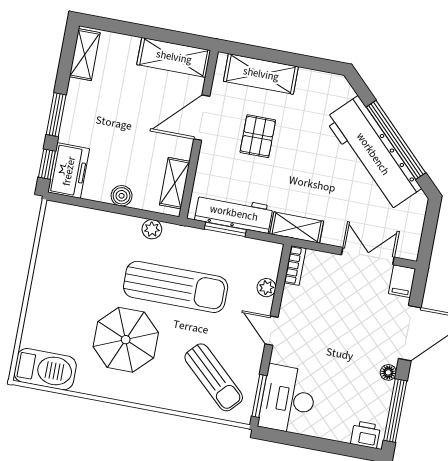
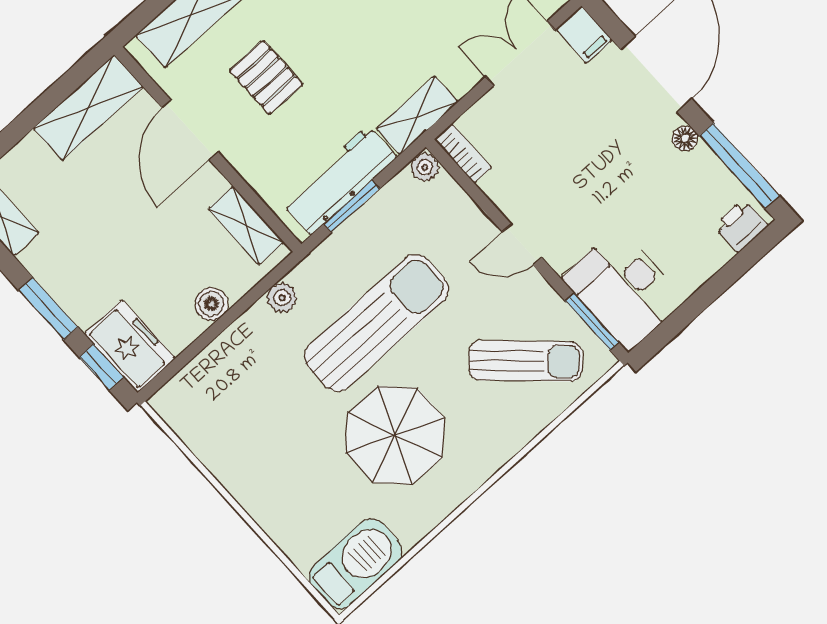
plant: (266, 288) -> (425, 167), moved

